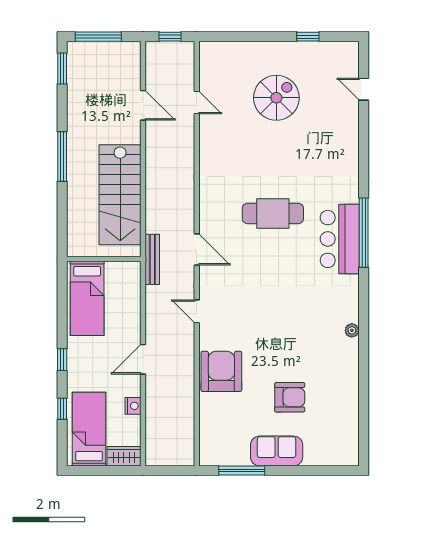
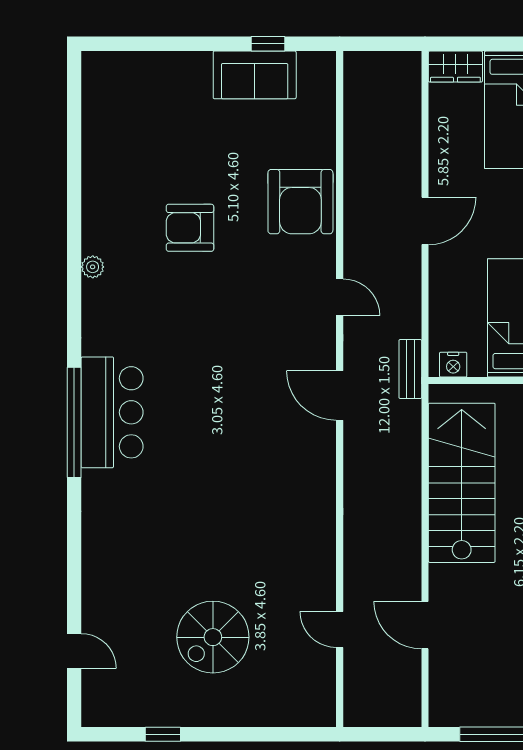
window: (170, 37) -> (382, 734), removed
cafe table: (273, 213) -> (218, 453), removed
bench: (152, 259) -> (410, 369), width x0.73
armchair: (290, 397) -> (190, 228), moved
nightstand: (133, 406) -> (453, 365), moved, turned -90
sofa: (277, 451) -> (255, 75), moved
window: (242, 471) -> (268, 44), width x0.46

